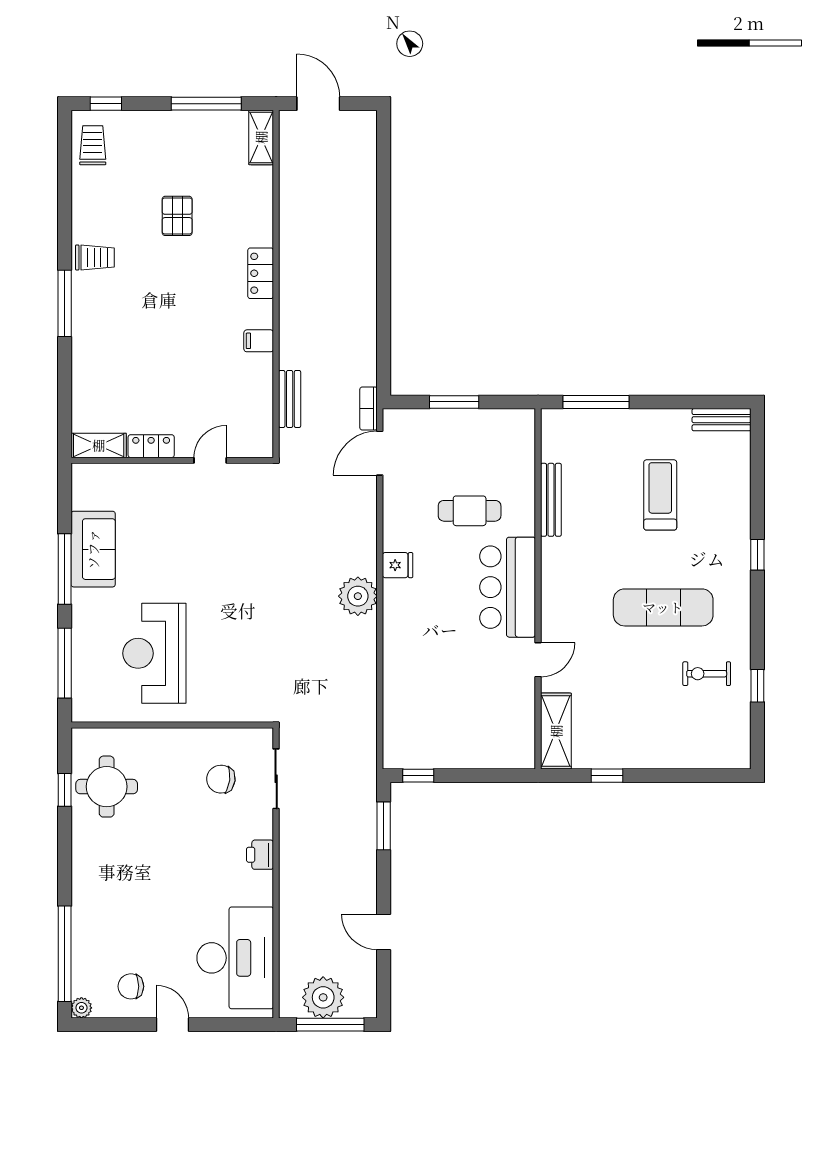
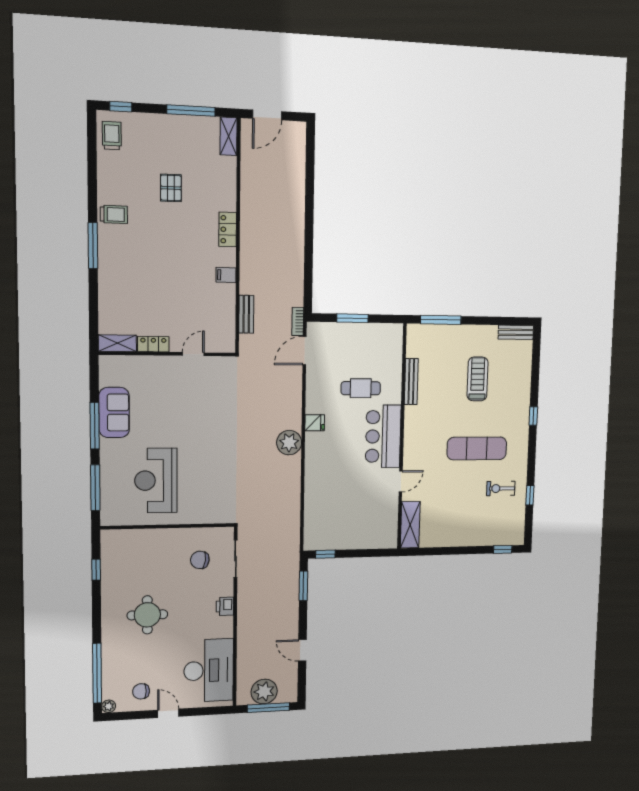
door: (318, 104) -> (267, 115), swing flipped
window: (607, 776) -> (503, 549), moved
round table: (107, 787) -> (147, 615), moved

